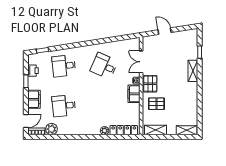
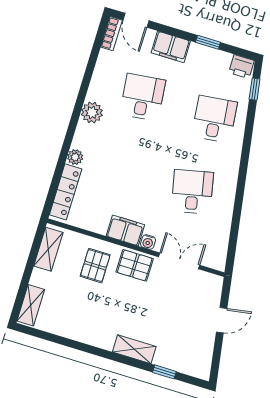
desk: (104, 66) -> (192, 192), turned -36
printer: (33, 71) -> (241, 67), moved
plant: (51, 129) -> (92, 113), moved

